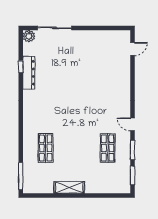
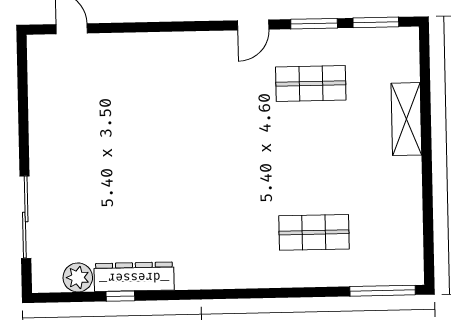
plant: (29, 36) -> (78, 277), moved
shelving: (69, 187) -> (406, 119), moved

